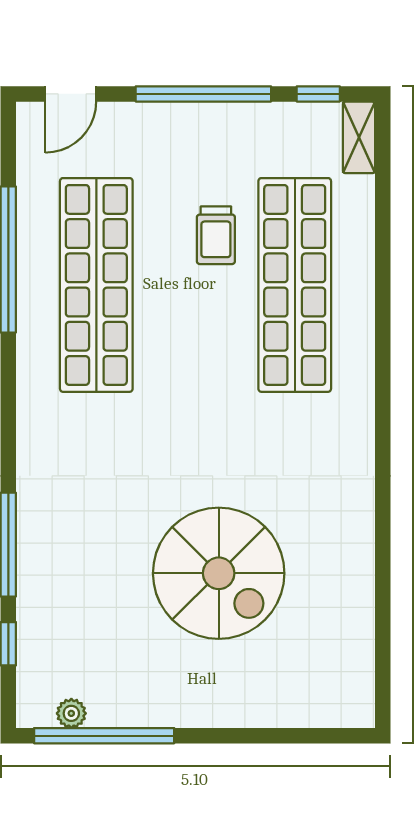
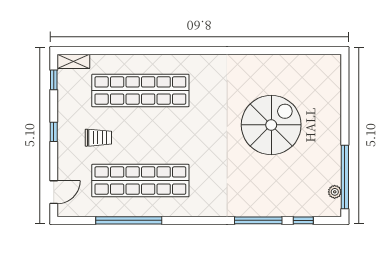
door: (71, 94) -> (54, 192), hinge flipped
window: (203, 94) -> (54, 132), width x0.32
trolley: (216, 235) -> (98, 138), moved

